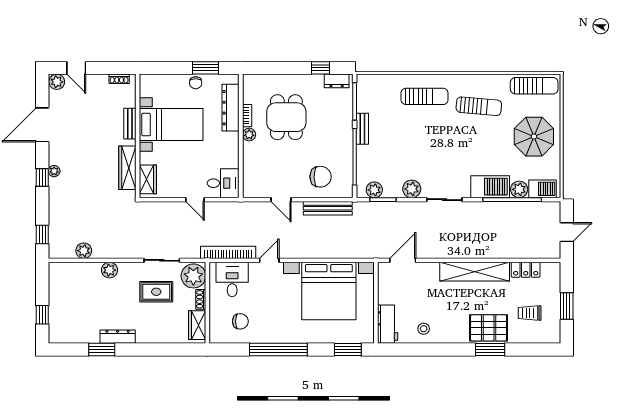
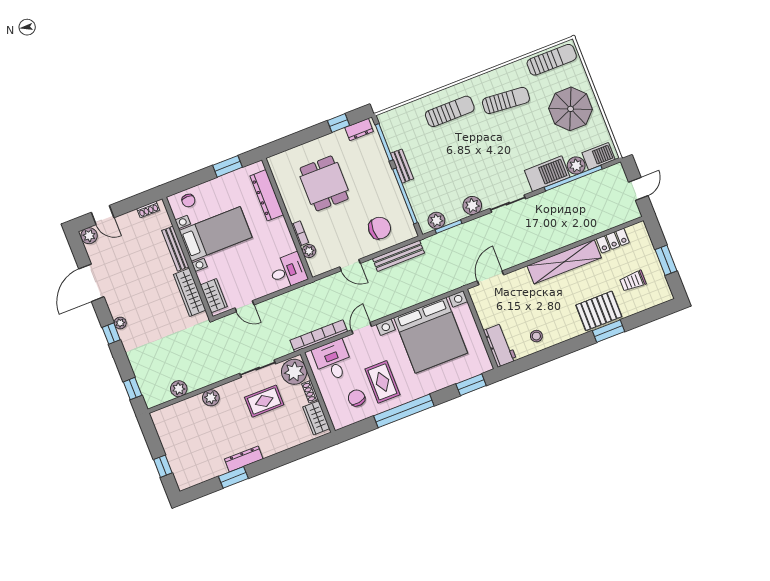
chair: (196, 83) -> (188, 201), moved
bookcase: (247, 116) -> (300, 233), moved
bench: (130, 124) -> (175, 249), width x1.36
plant: (249, 135) -> (309, 251), moved
door: (195, 200) -> (244, 306), moved
rug: (269, 316) -> (382, 382), added
chair: (240, 321) -> (357, 398), turned -100

